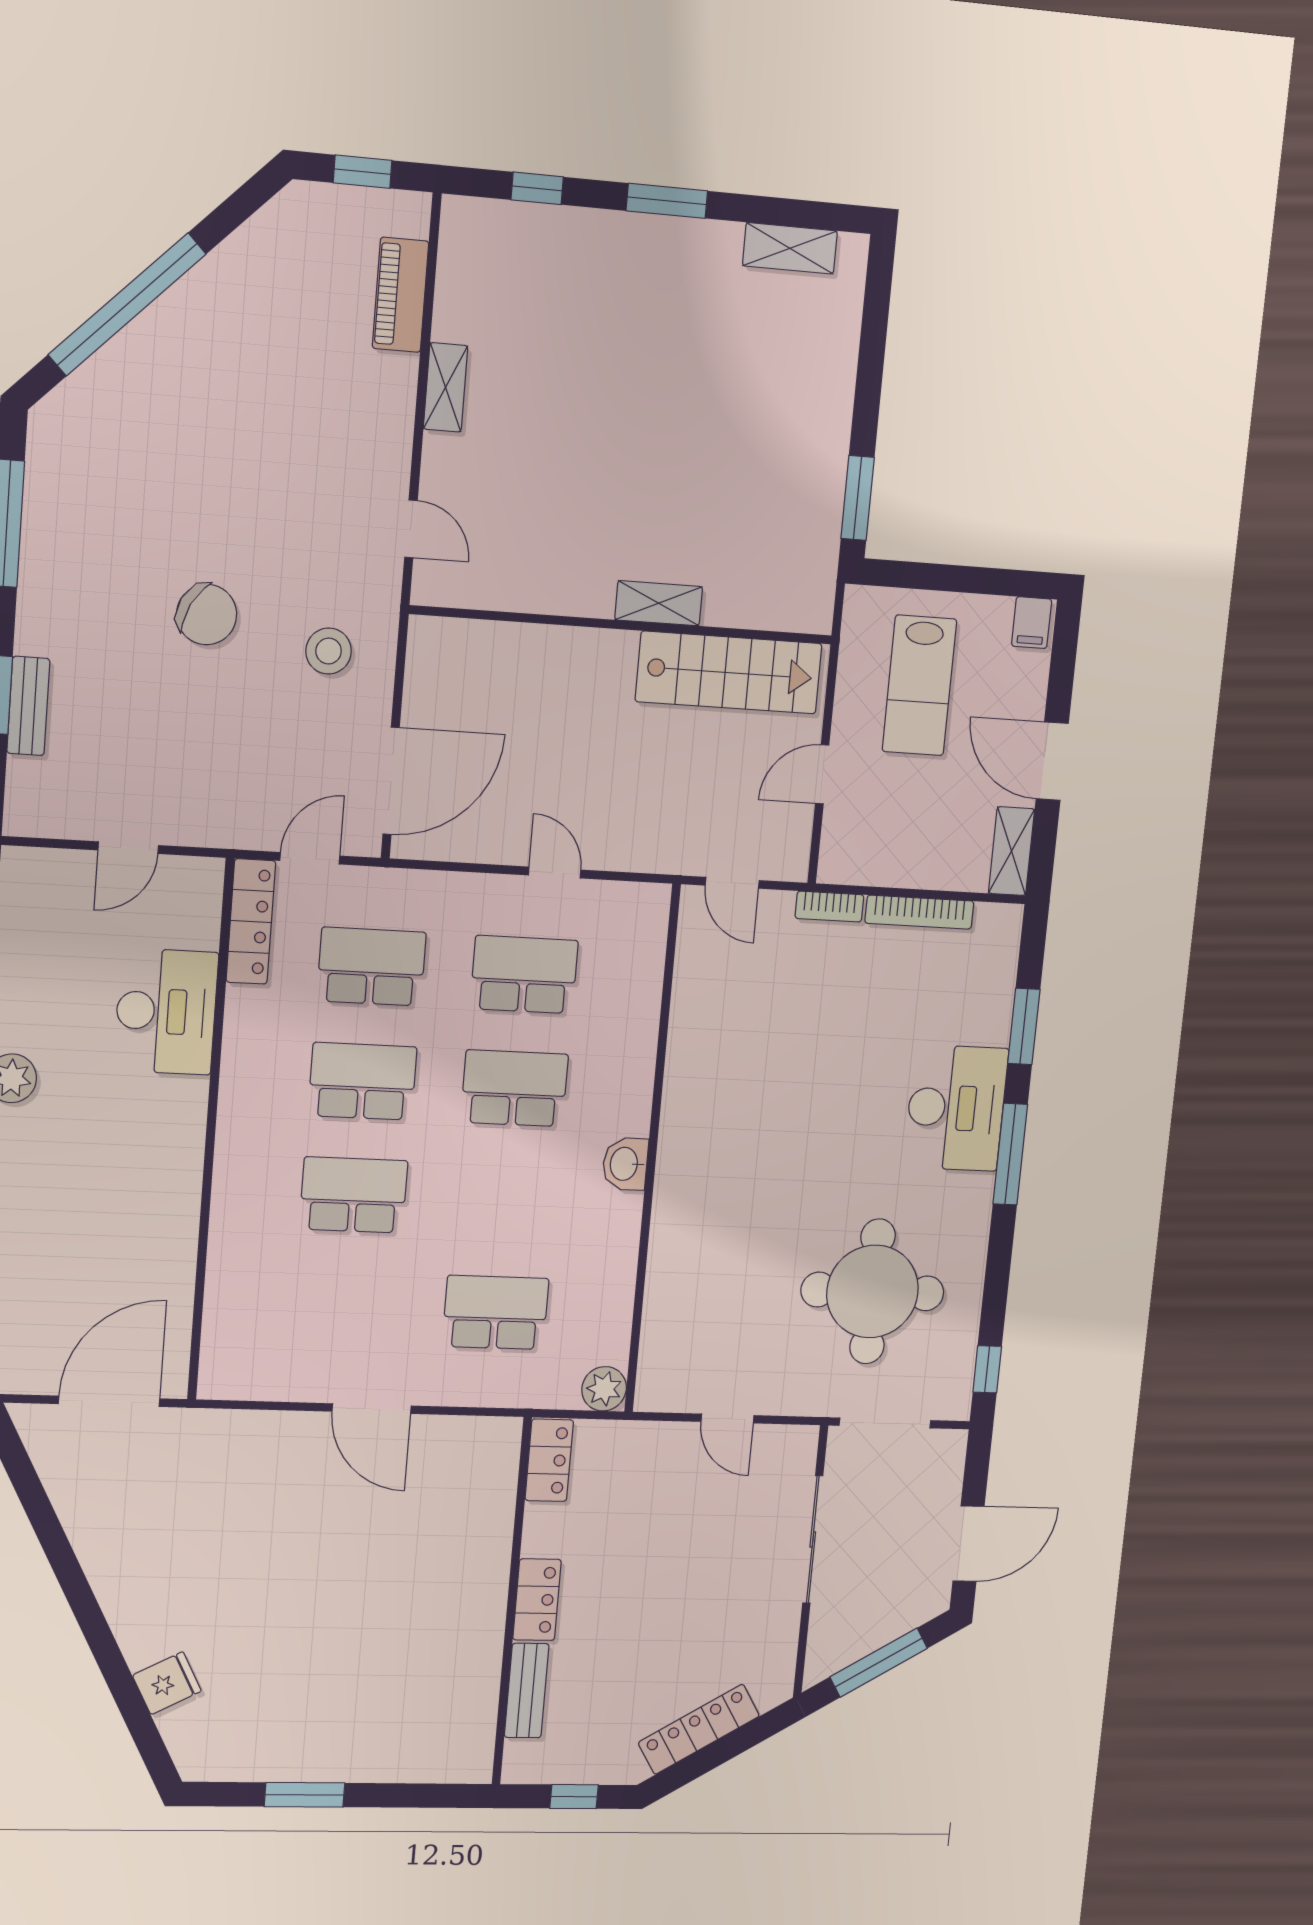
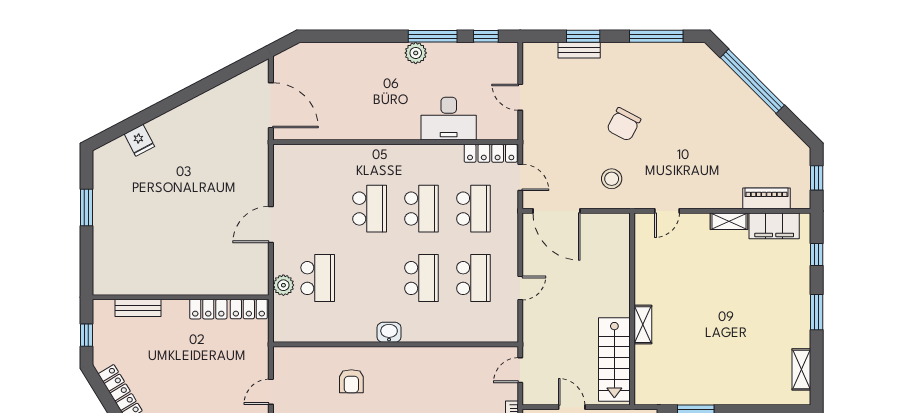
filing cabinet: (464, 282) -> (774, 226), added
armchair: (721, 1248) -> (351, 381), added
plant: (604, 1389) -> (283, 285), moved
locker: (537, 1600) -> (208, 309), moved

